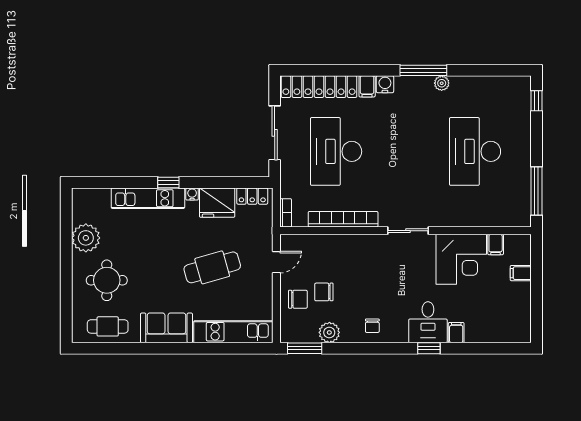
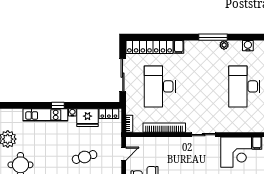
water cooler: (385, 84) -> (248, 46), moved
cafe table: (212, 267) -> (85, 157), width x0.73, depth x0.74

